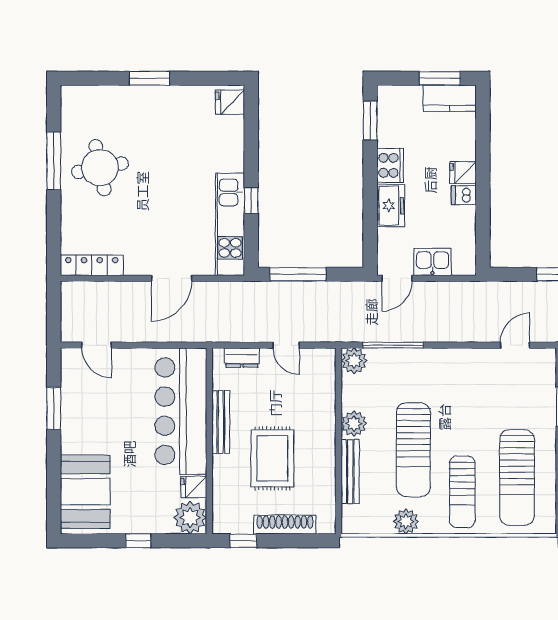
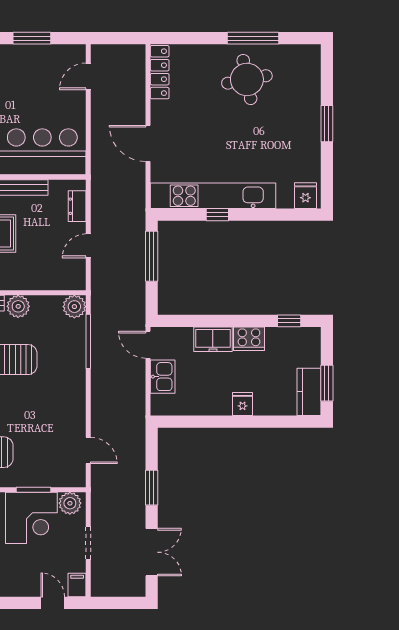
window: (370, 121) -> (289, 321), width x0.67
dishwasher: (464, 195) -> (222, 405), removed
kitchen unit: (230, 224) -> (213, 196), width x1.36

